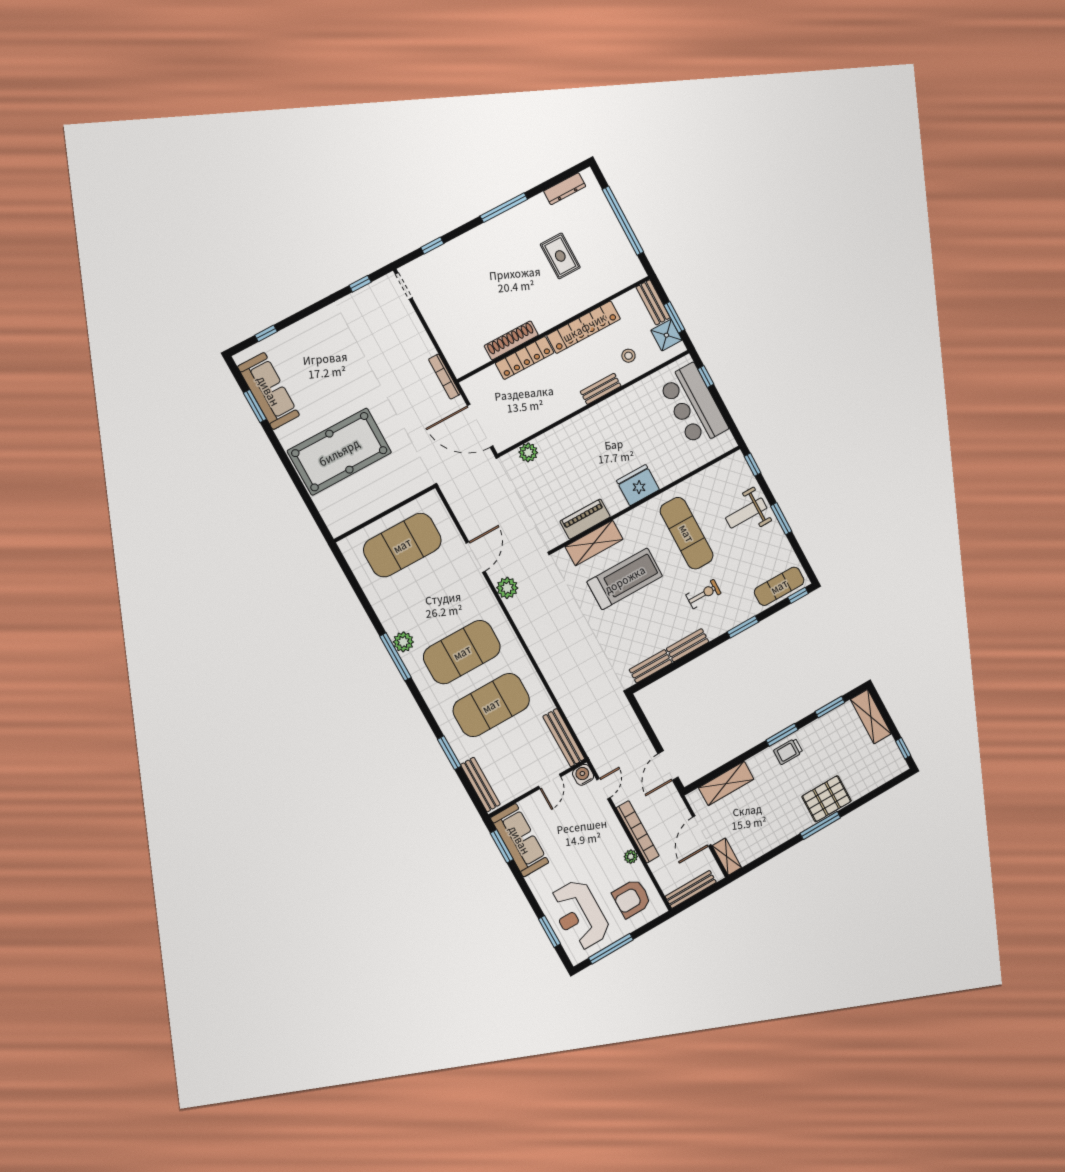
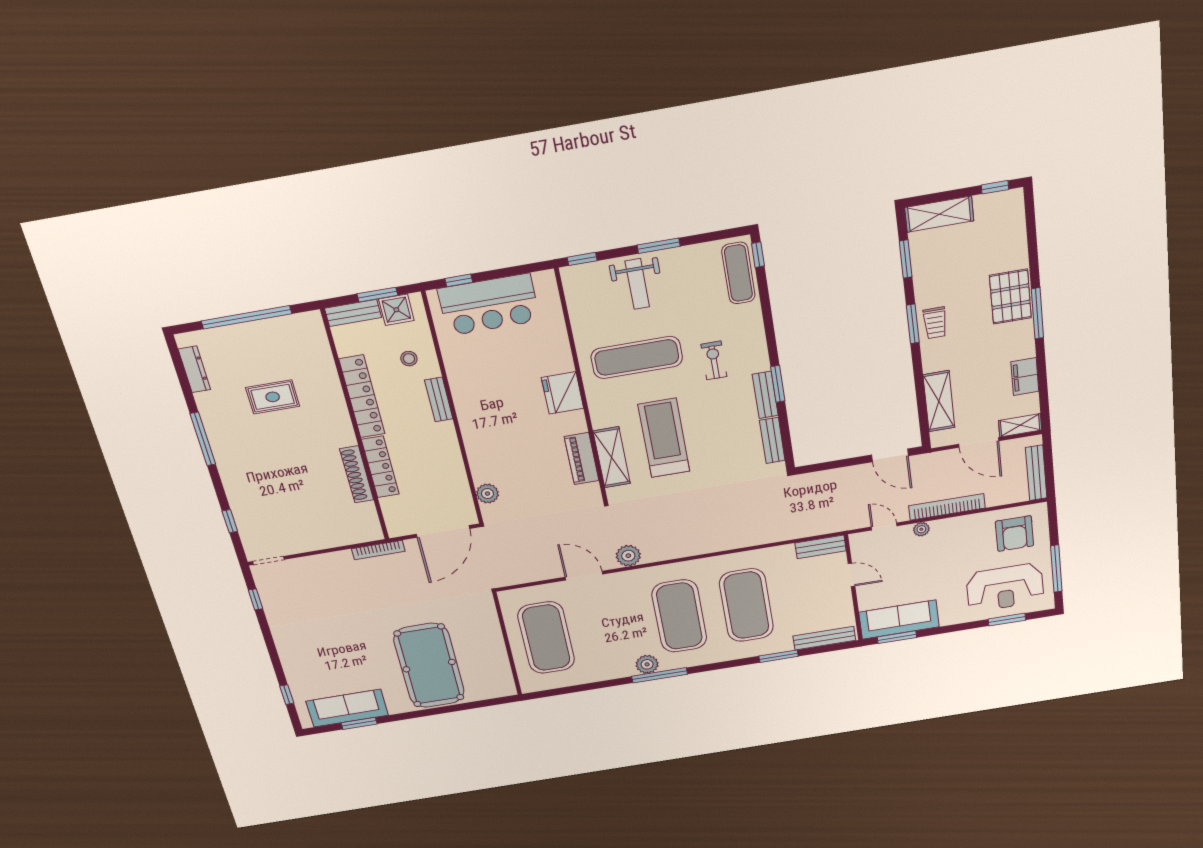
window: (743, 627) -> (778, 384), moved
bench: (564, 738) -> (820, 547), width x0.73
water cooler: (583, 775) -> (860, 542), removed
filing cabinet: (768, 841) -> (1025, 377), added
plant: (631, 857) -> (921, 529), moved

